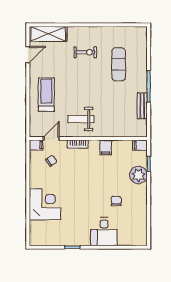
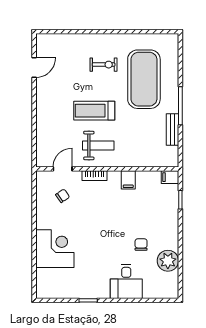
shelving: (48, 34) -> (59, 42), removed
exercise mat: (119, 64) -> (144, 79), width x2.00, depth x1.45
treadmill: (46, 95) -> (94, 111), moved, turned -90
weight bench: (81, 119) -> (98, 145), turned 180
filing cabinet: (36, 145) -> (44, 177), removed
plant: (138, 175) -> (168, 261), moved

